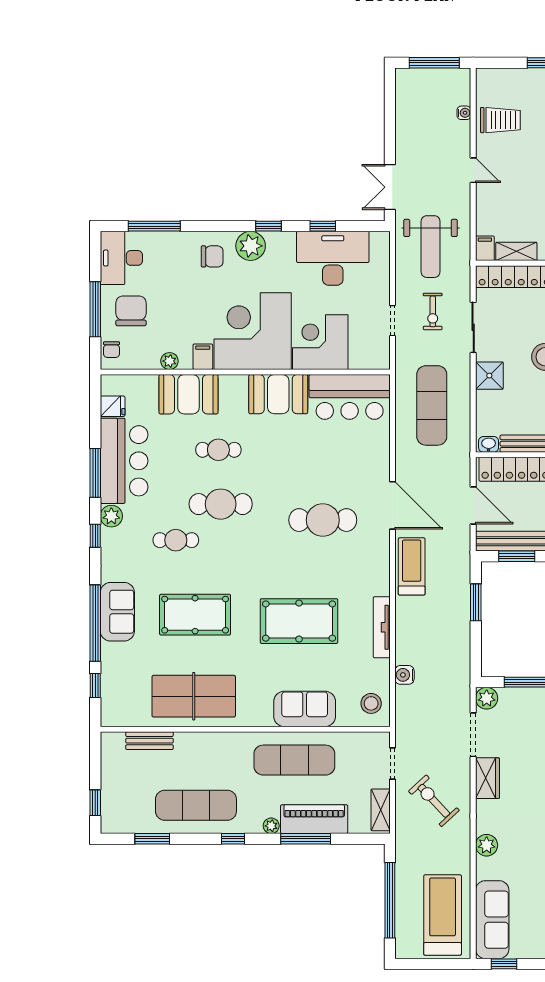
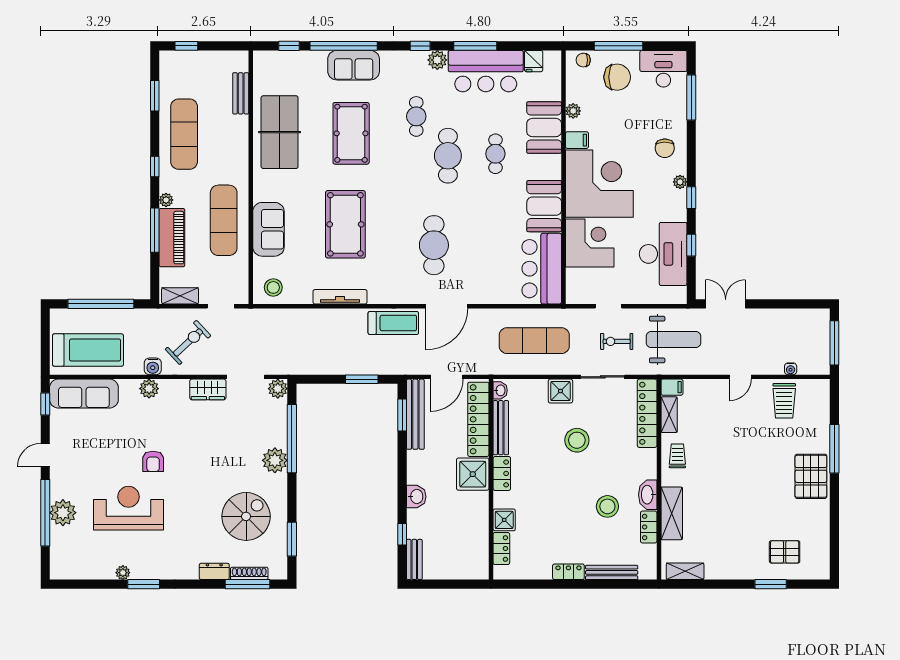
plant: (251, 246) -> (680, 182), width x0.53, depth x0.53
weight bench: (431, 247) -> (673, 340), turned 180
water cooler: (404, 675) -> (153, 366), moved, turned 180

